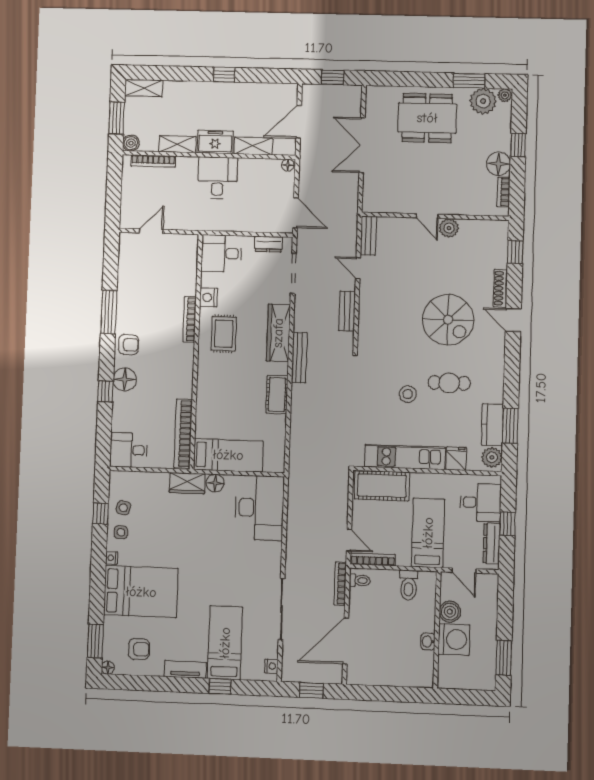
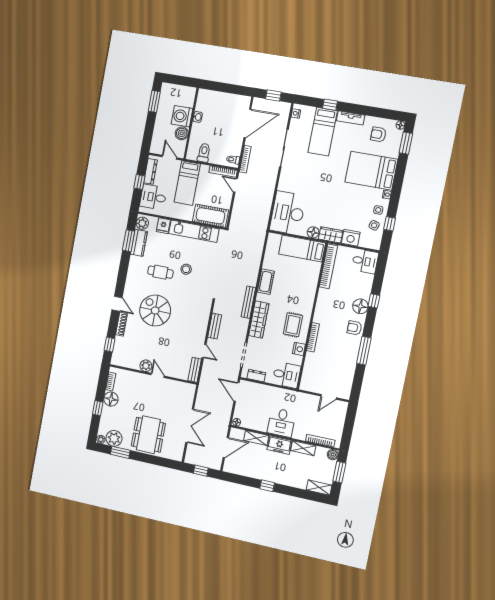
dining table: (427, 118) -> (148, 435), turned 90
nightstand: (156, 483) -> (351, 238), added

